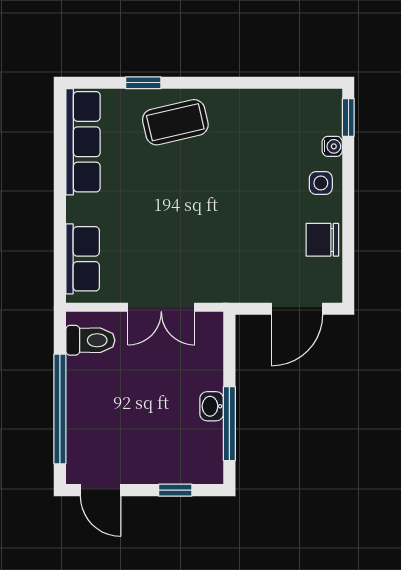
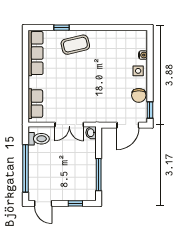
window: (348, 117) -> (150, 110), moved
chair: (322, 240) -> (139, 95), turned -90
washbasin: (212, 406) -> (91, 133), moved

